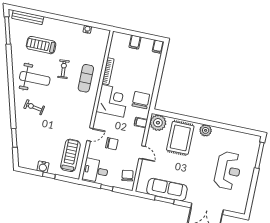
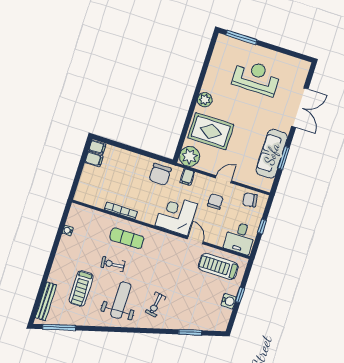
filing cabinet: (135, 42) -> (94, 159), moved
chair: (141, 100) -> (160, 174), turned -90
corner desk: (113, 101) -> (176, 215), moved
chair: (112, 144) -> (215, 201), moved

